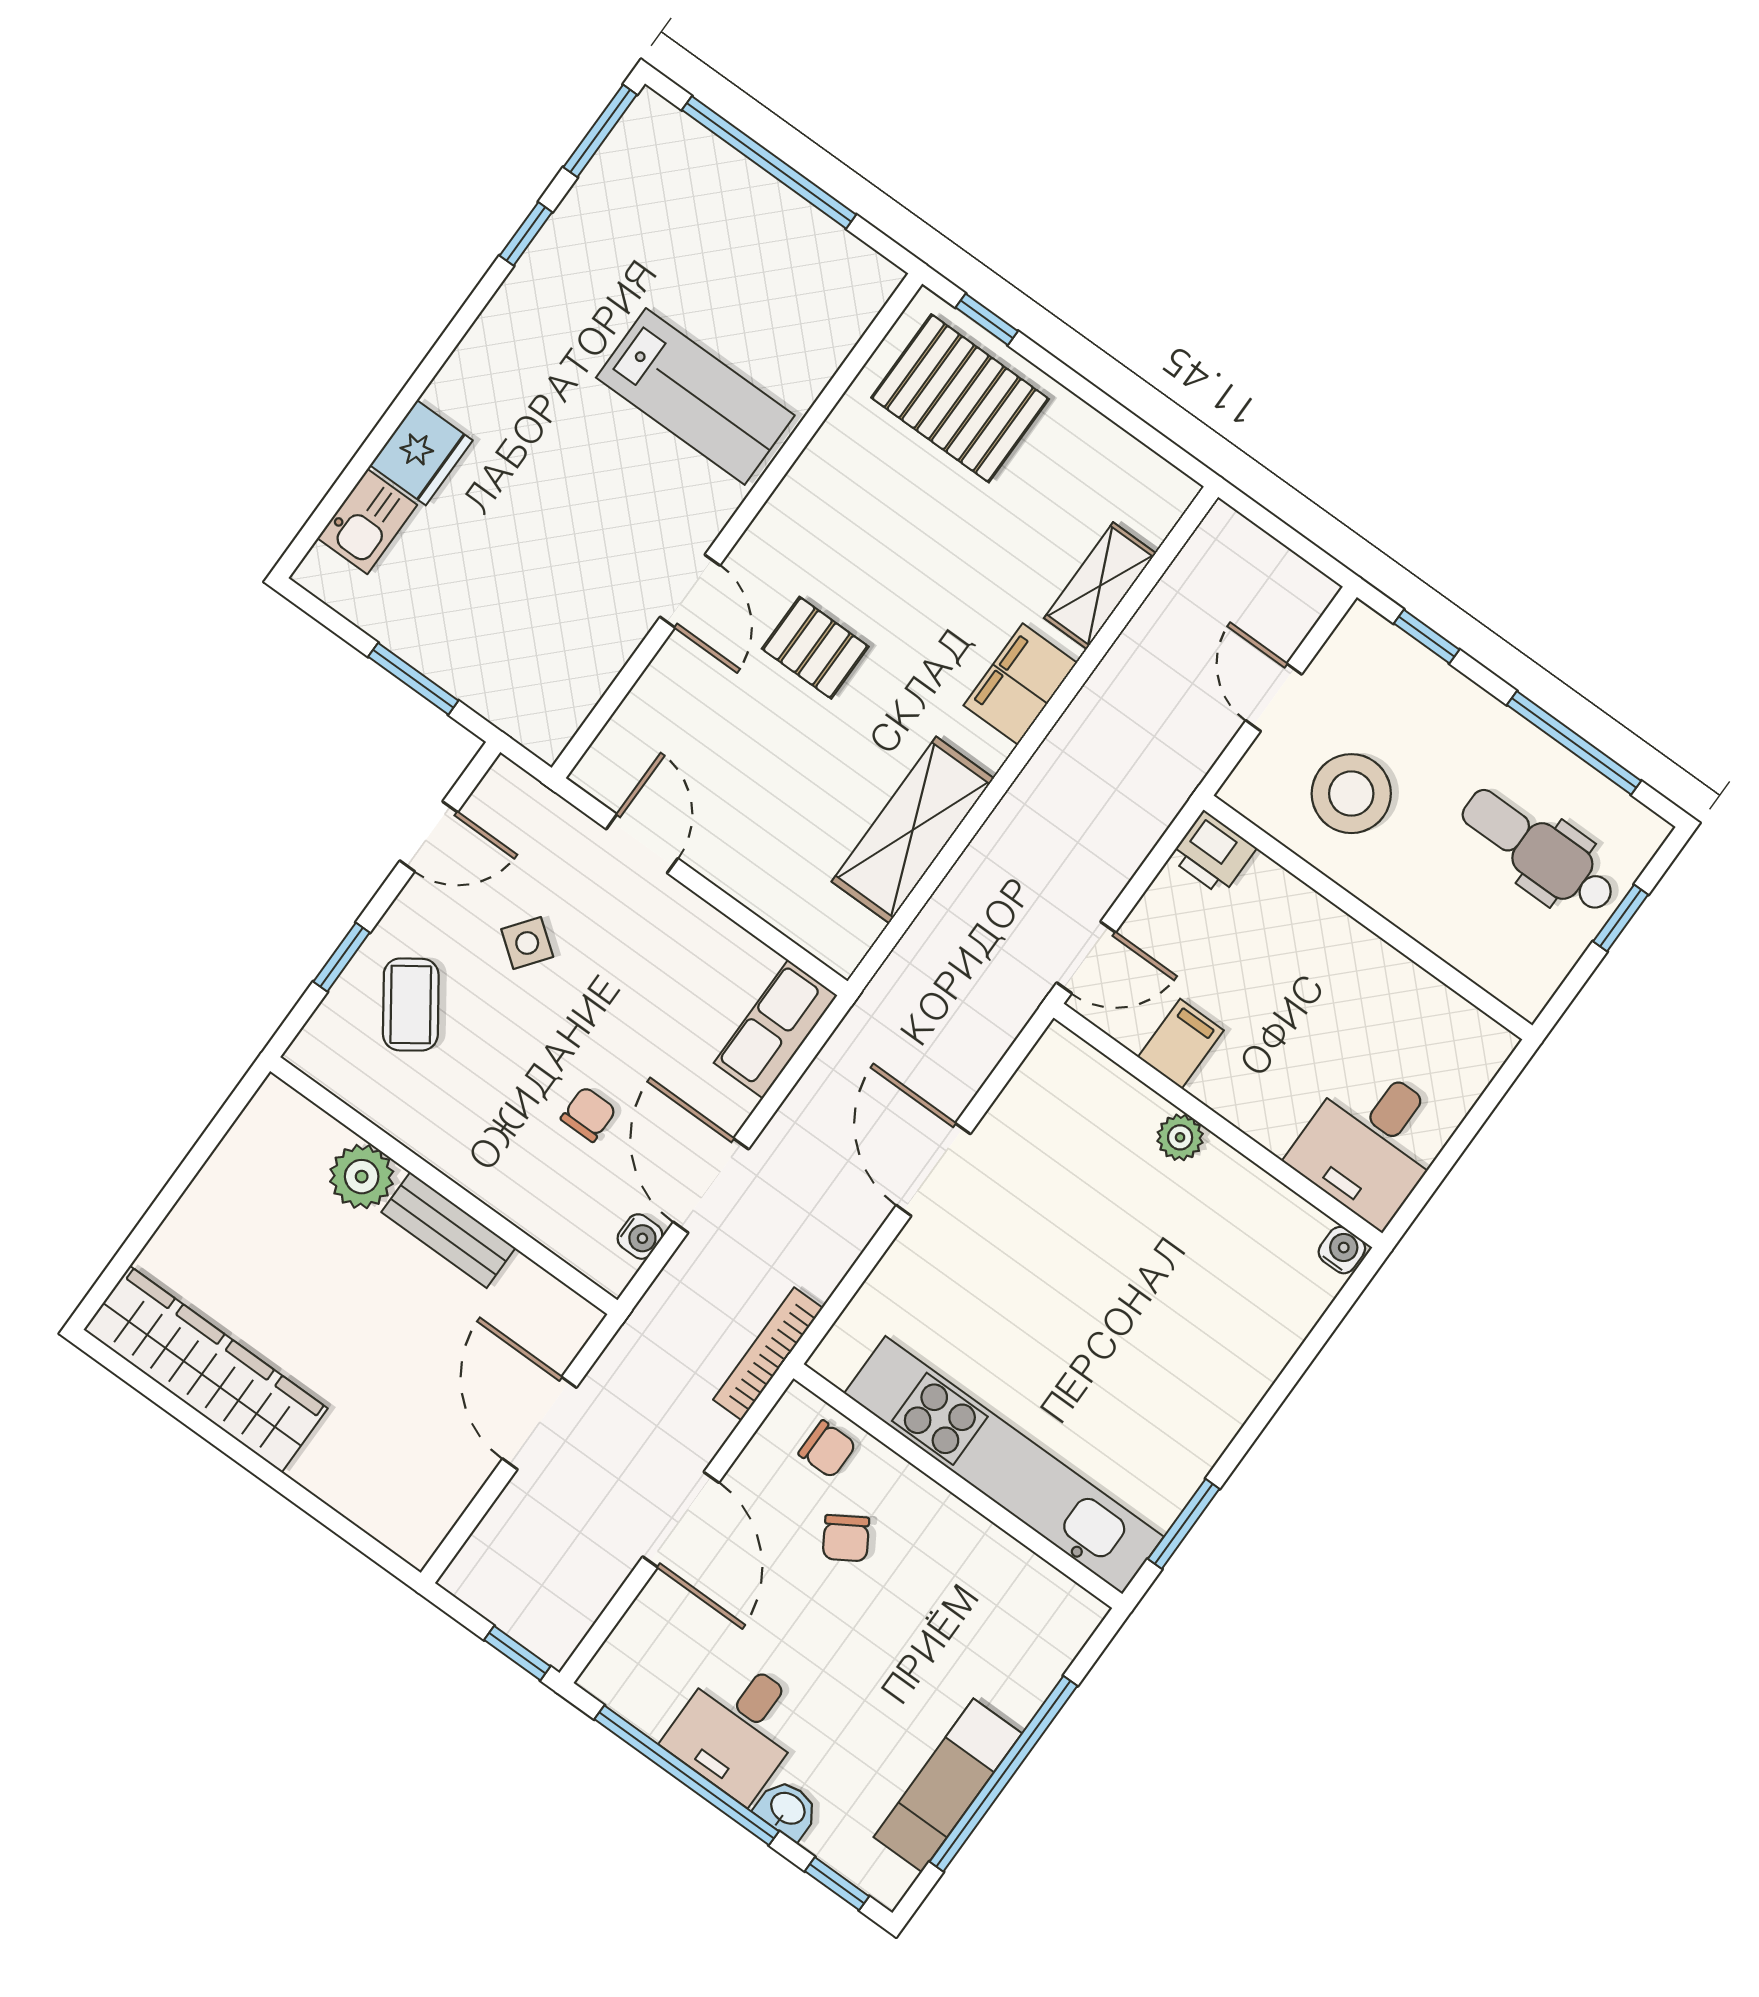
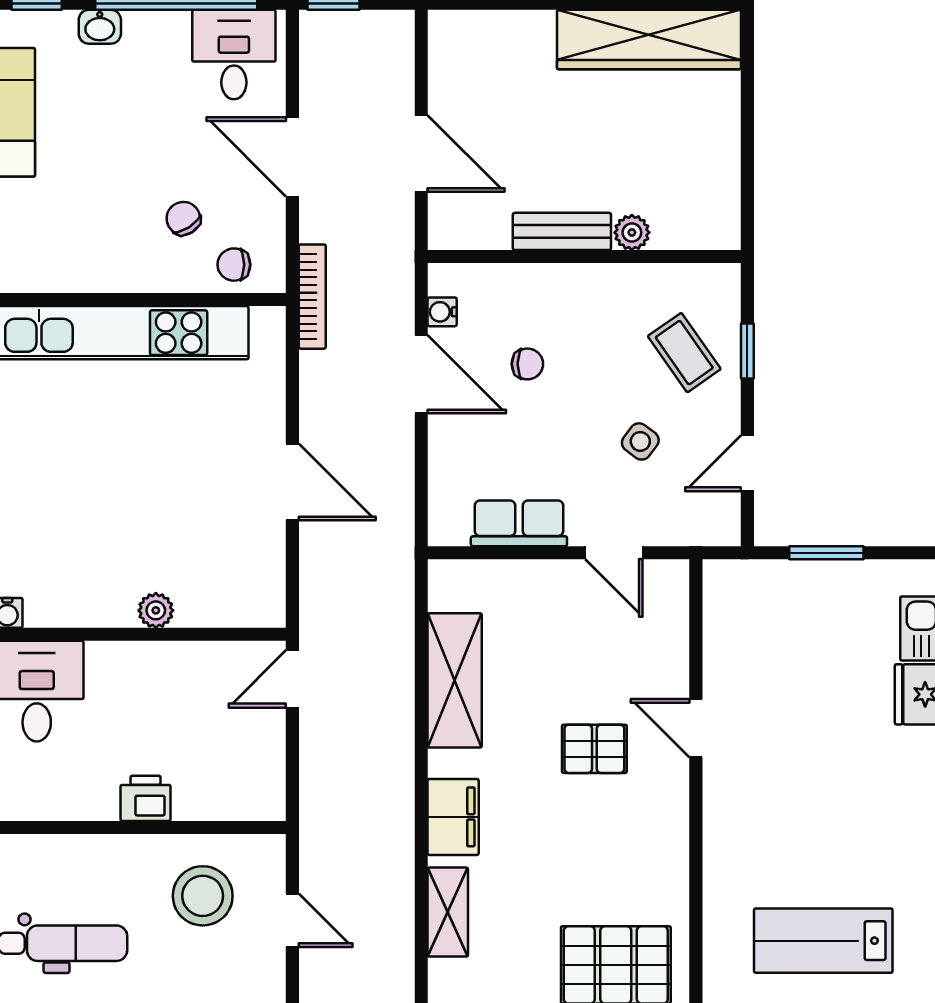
lab bench: (695, 396) -> (823, 941), moved
printer: (1213, 853) -> (146, 798), moved
row of seats: (776, 1029) -> (519, 523), moved, turned -90
filing cabinet: (1181, 1044) -> (197, 668), removed
chair: (588, 1114) -> (527, 364), turned -90
plant: (362, 1177) -> (632, 232), width x0.73, depth x0.73
desk: (738, 1728) -> (234, 55), moved

